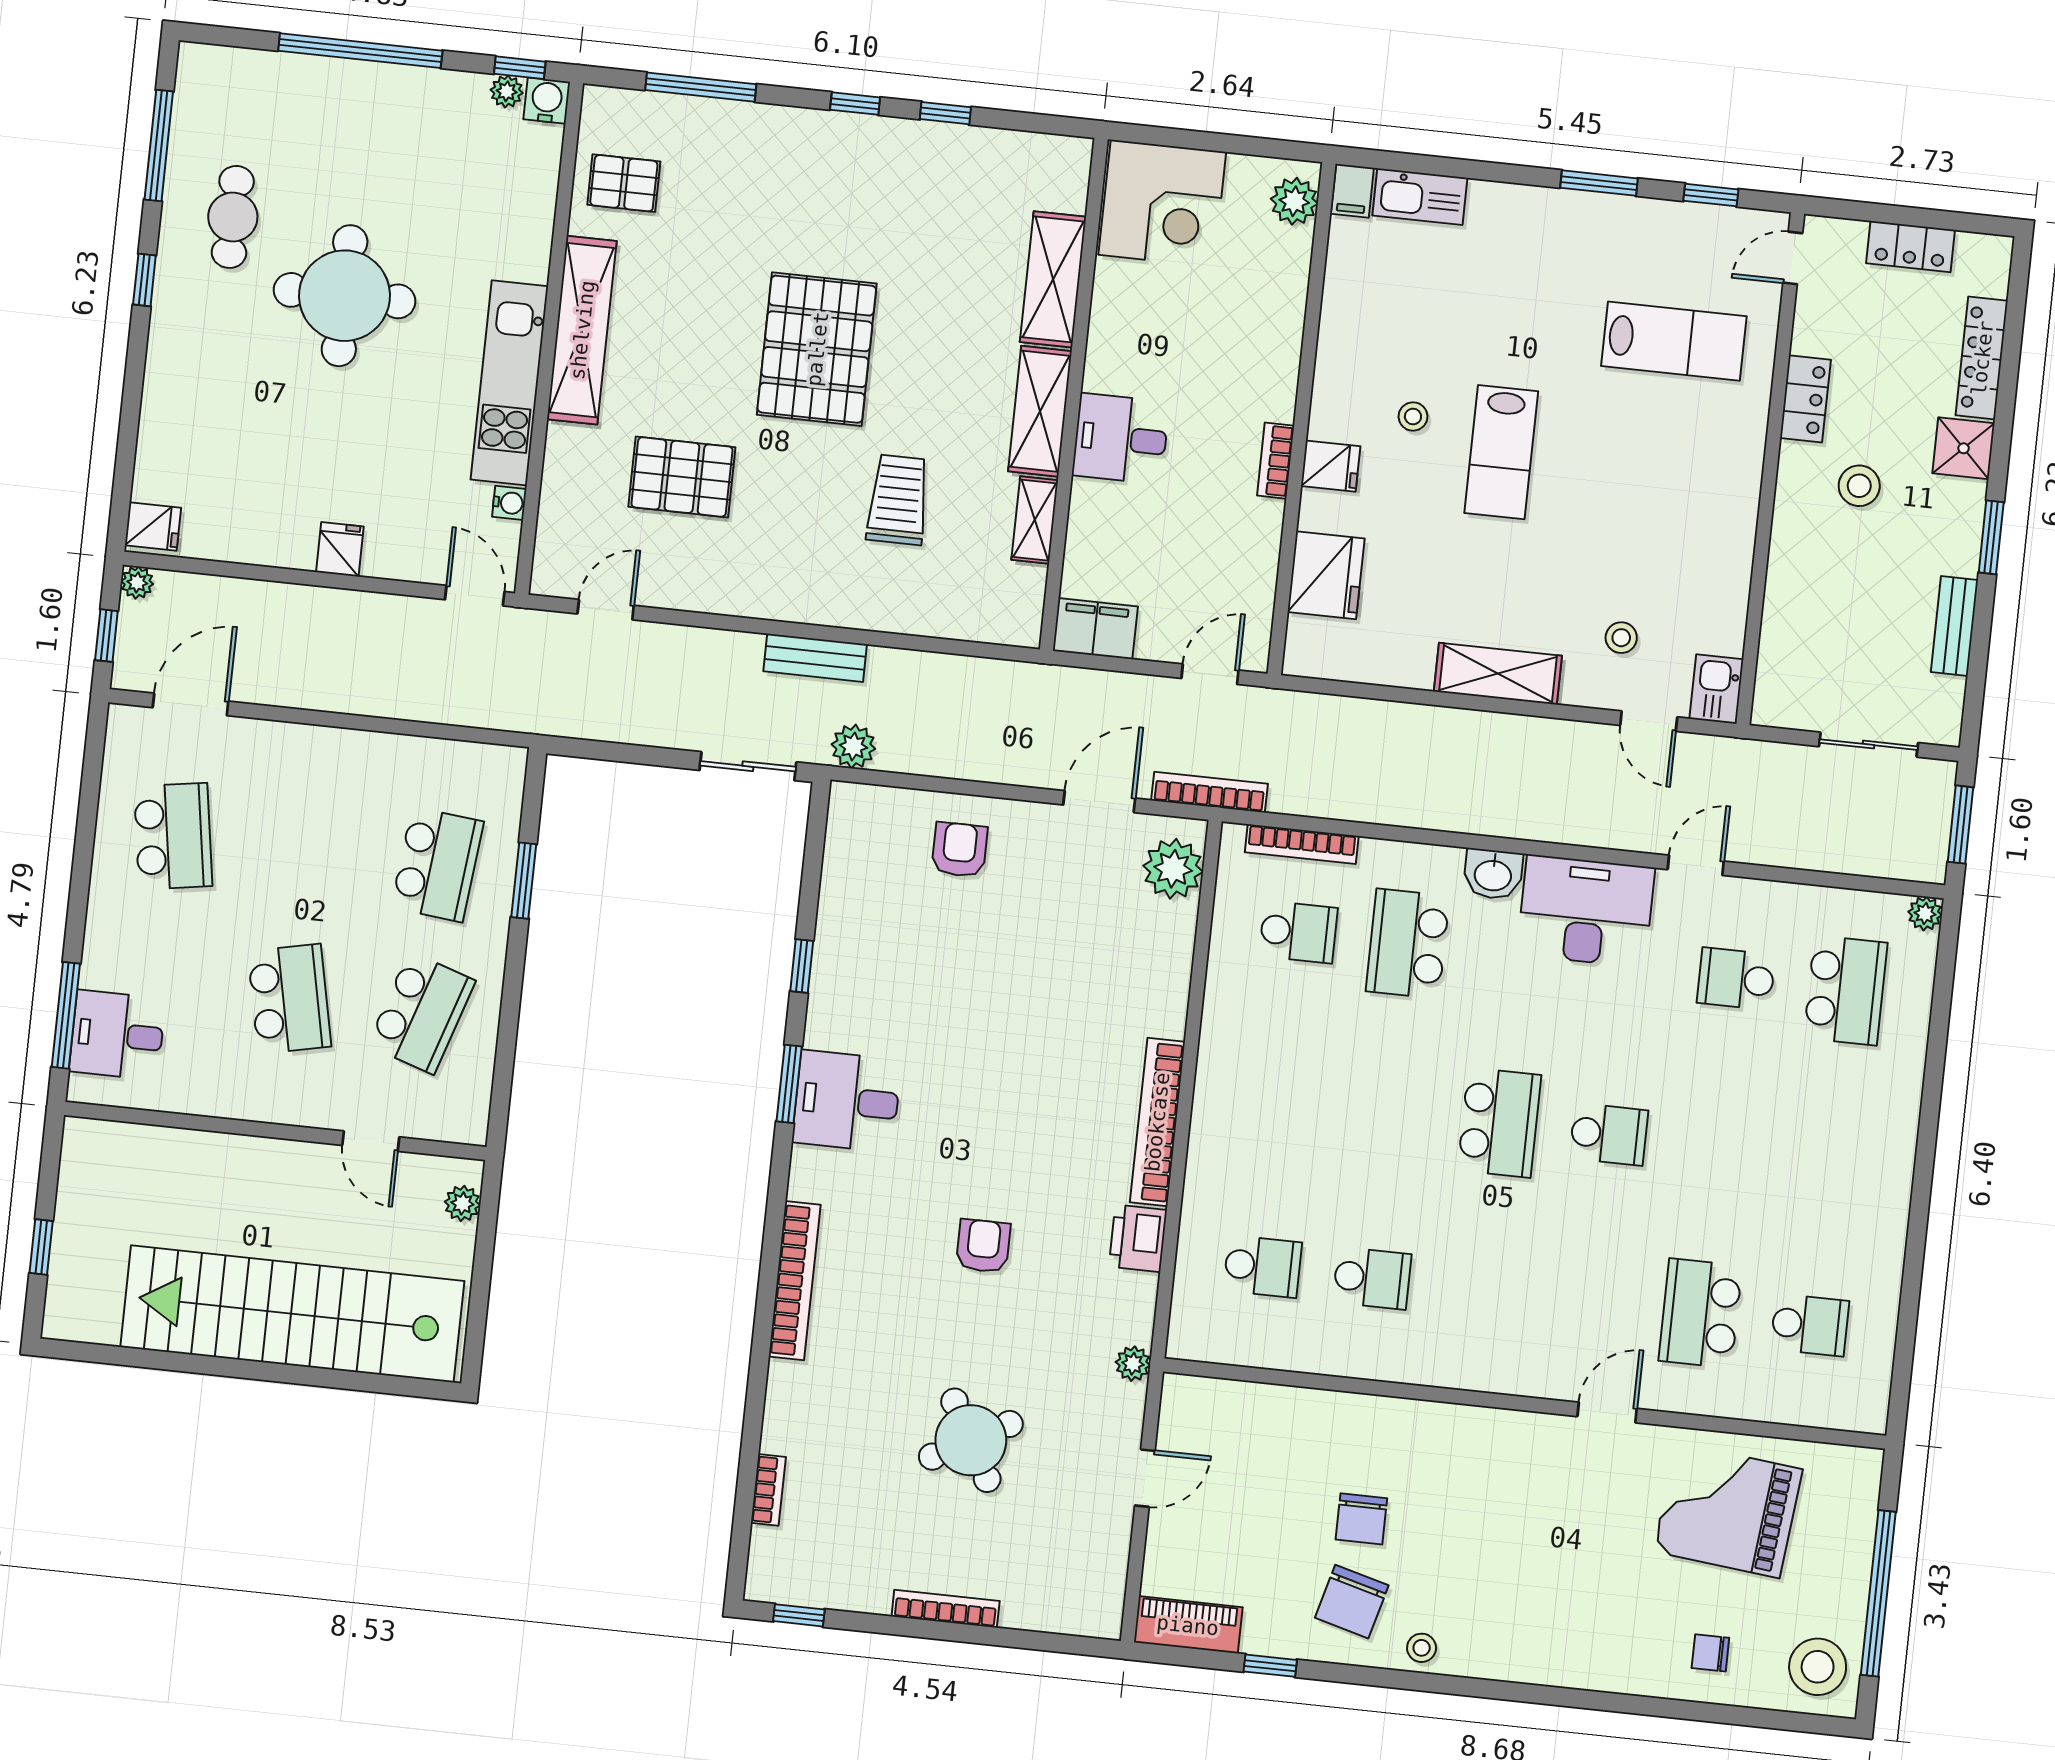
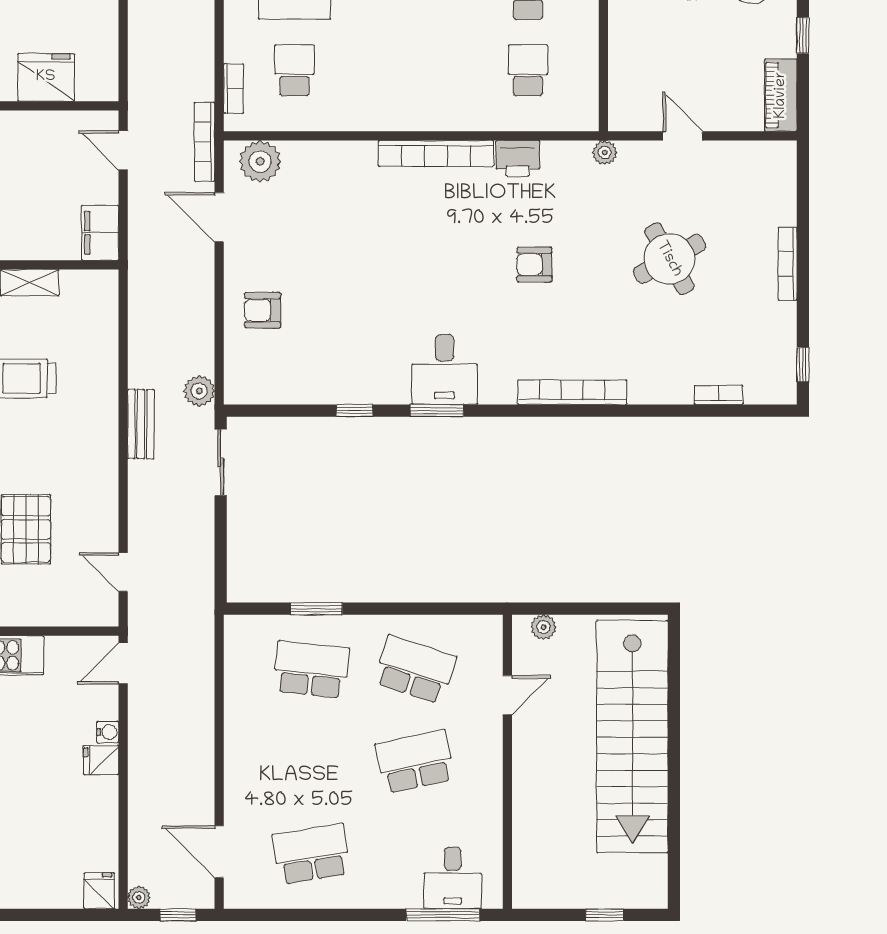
water cooler: (509, 503) -> (108, 732), moved, turned 90
bookcase: (1302, 844) -> (234, 88), width x0.64

